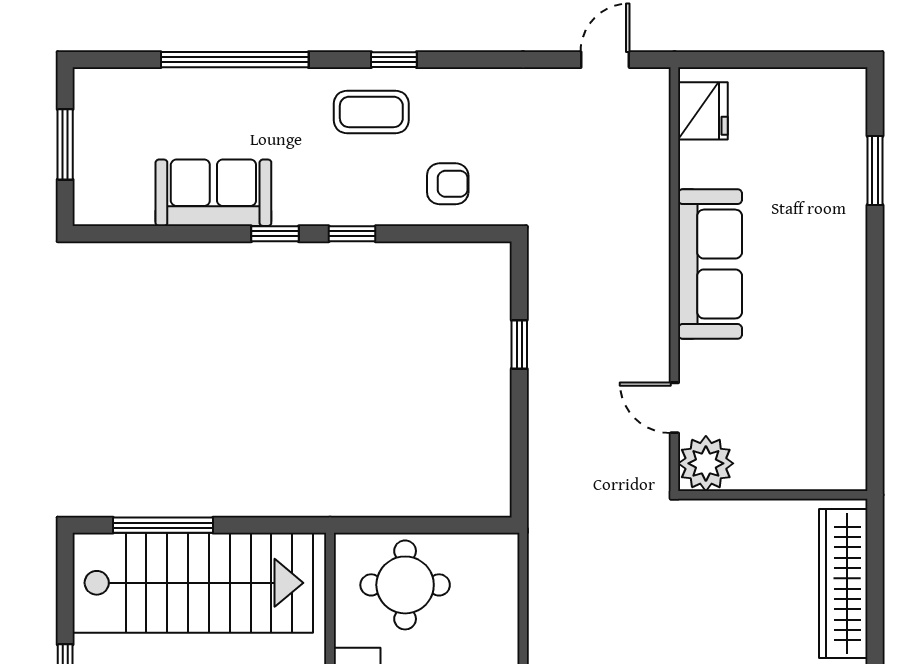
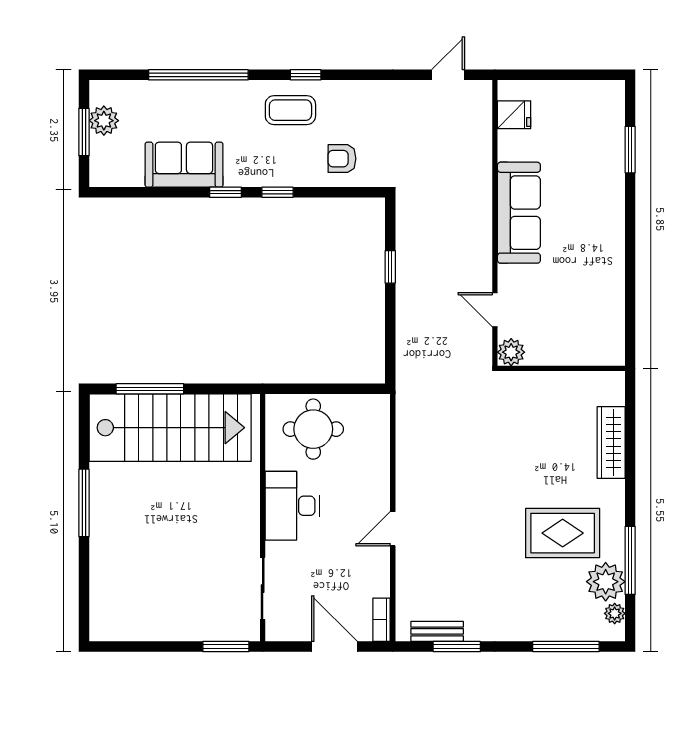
fridge: (703, 111) -> (514, 115), width x0.72
plant: (95, 127) -> (104, 121), added
armchair: (448, 184) -> (342, 159), turned 180
plant: (706, 463) -> (511, 352), width x0.73, depth x0.73
wardrobe: (843, 583) -> (611, 442), width x0.71, depth x0.85

